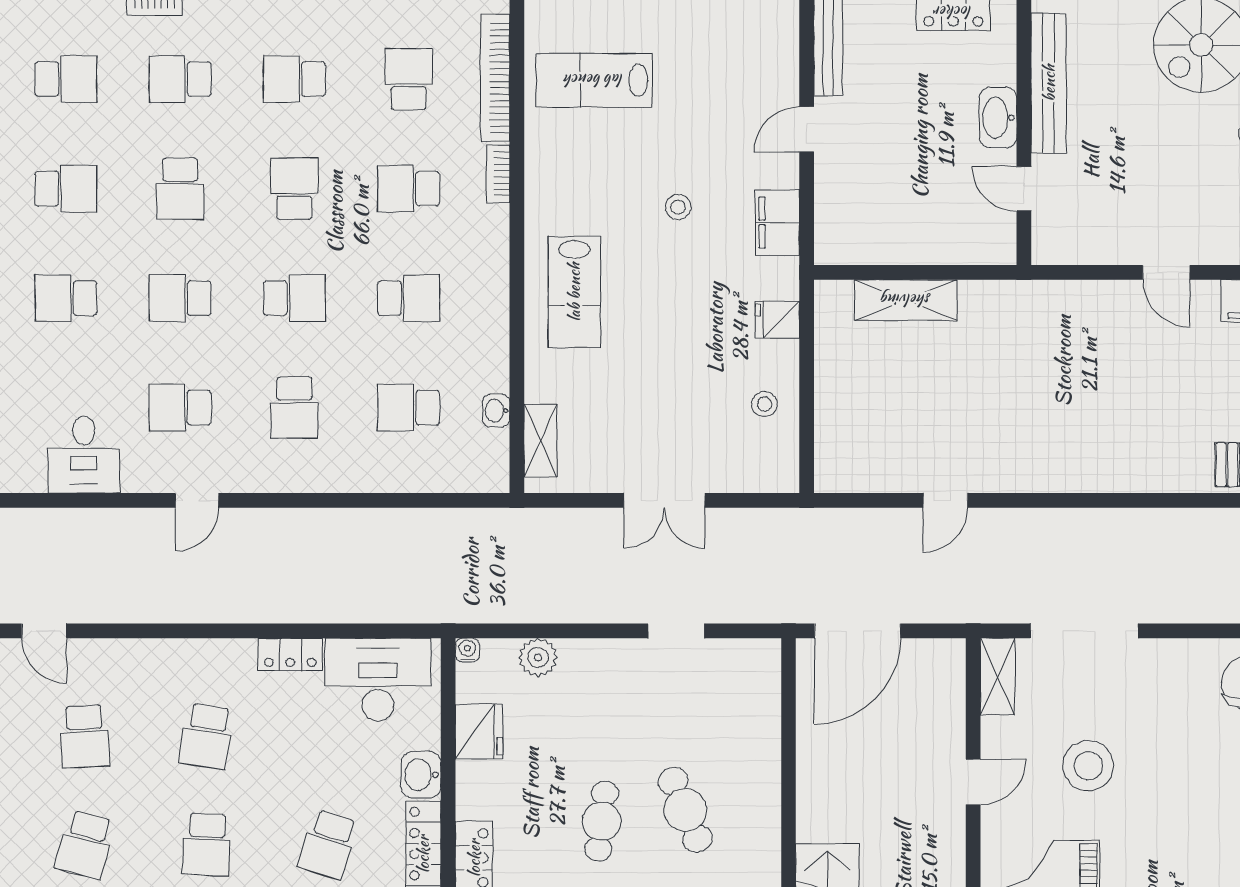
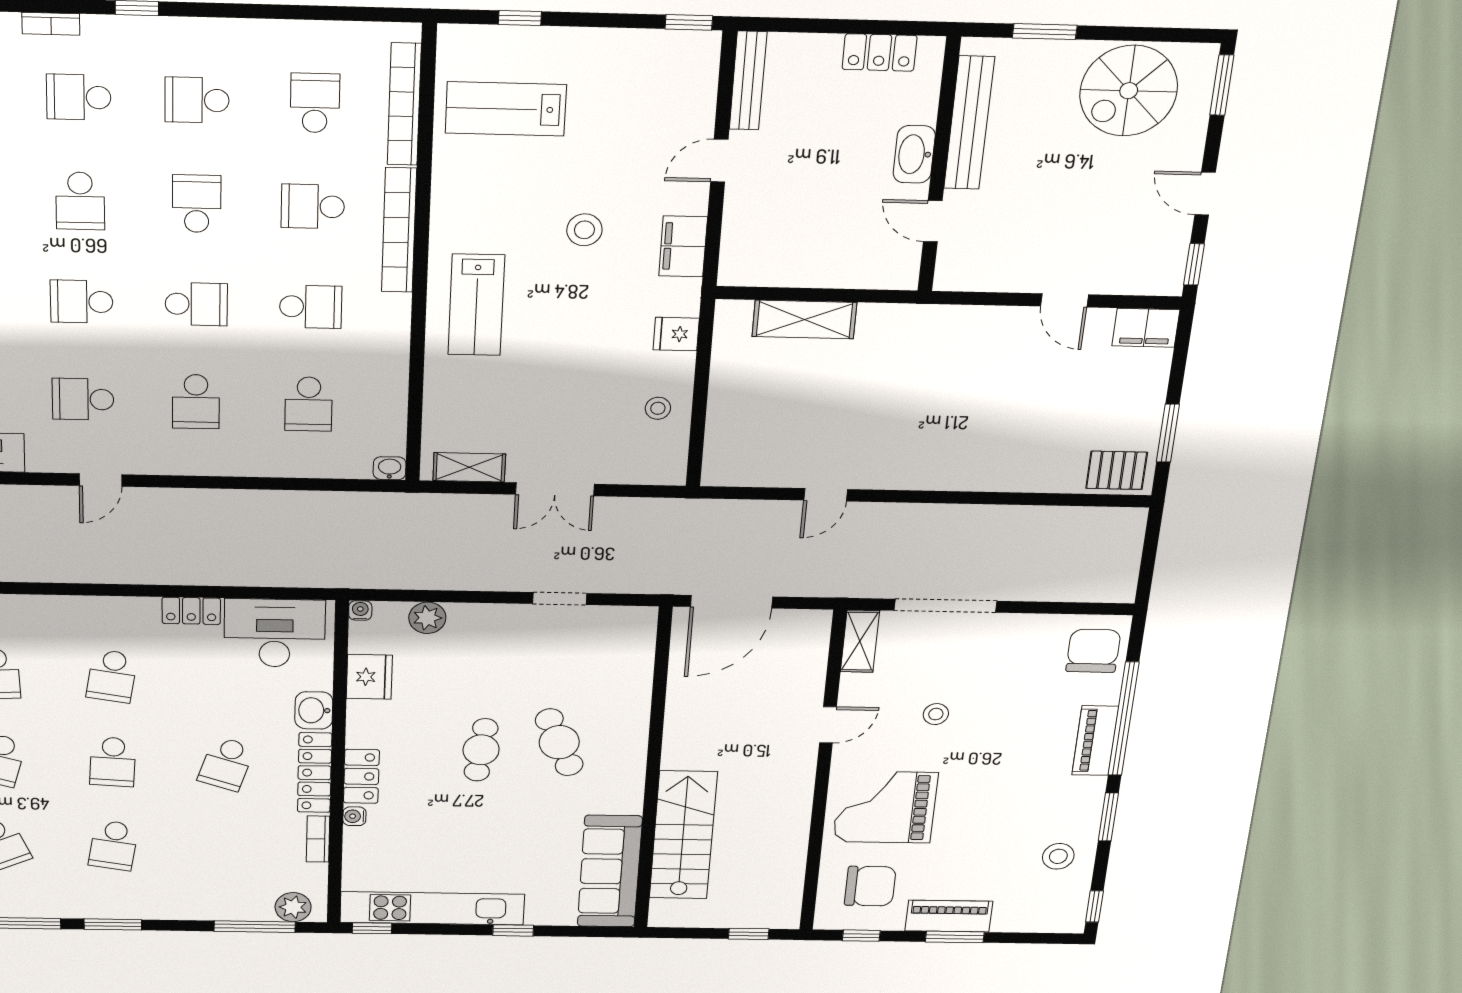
bookcase: (498, 174) -> (399, 230), width x2.31, depth x1.31
stool: (678, 207) -> (584, 230), width x1.37, depth x1.37
school desk: (409, 408) -> (309, 404), turned -90
washbasin: (496, 411) -> (390, 468), moved, turned 90
shelving: (541, 441) -> (469, 467), moved, turned 90
stool: (1088, 766) -> (936, 714), width x0.53, depth x0.53

